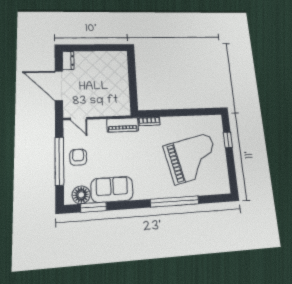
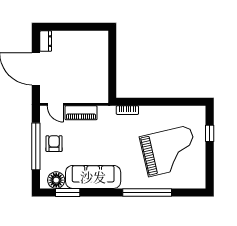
piano: (123, 125) -> (81, 113), moved
sofa: (112, 189) -> (93, 177), width x1.36

